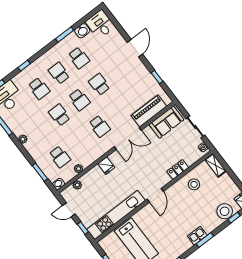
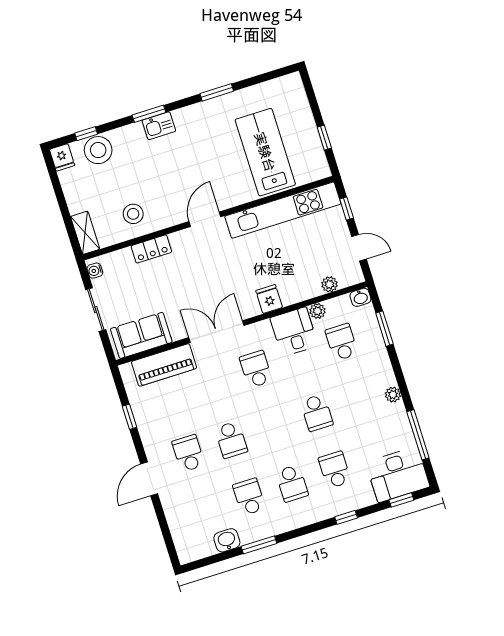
desk: (100, 24) -> (294, 332), moved, turned 180
school desk: (79, 100) -> (188, 453), moved

